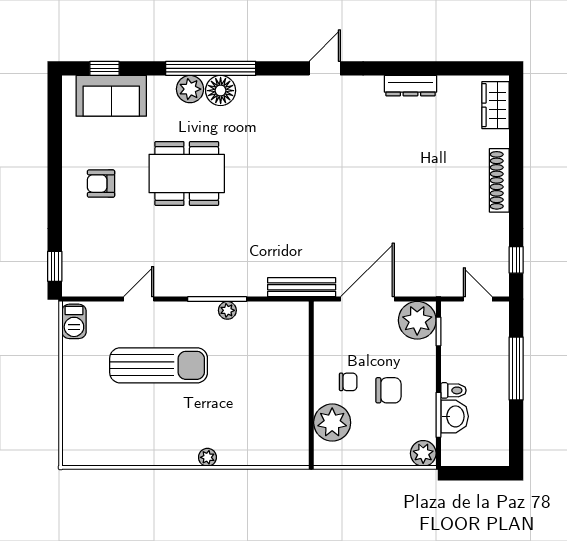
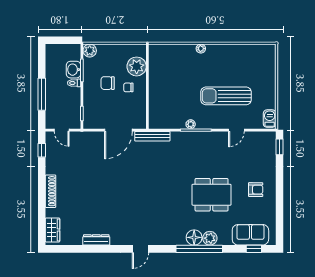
plant: (417, 320) -> (93, 119), removed

